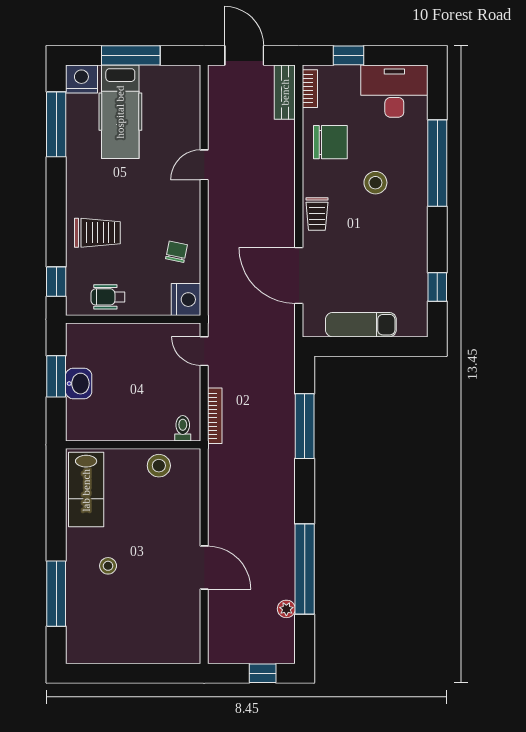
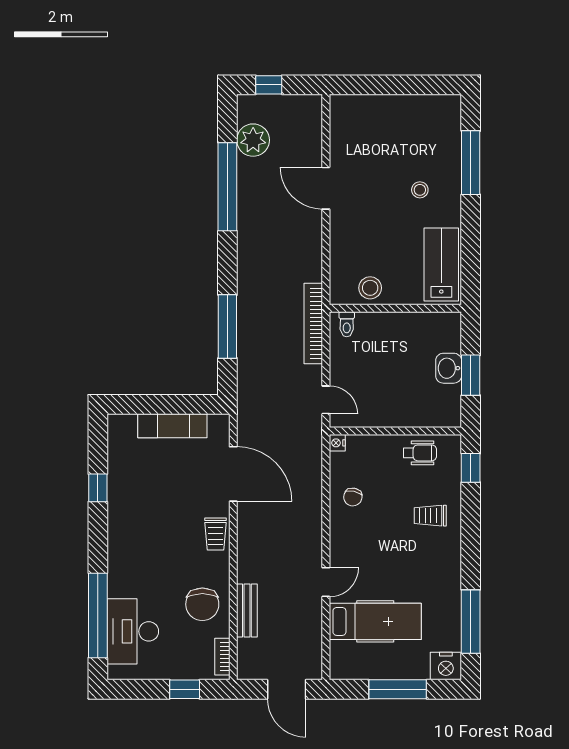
desk: (394, 91) -> (133, 631), moved, turned 90
bench: (285, 92) -> (247, 610), moved
hospital bed: (120, 112) -> (375, 621), moved, turned 90
chair: (330, 142) -> (202, 604), turned -90
window: (437, 163) -> (98, 615), moved
stool: (375, 183) -> (158, 565), removed
trolley: (317, 214) -> (216, 534), turned 180
trolley: (97, 233) -> (430, 516), width x0.73, depth x0.72
window: (437, 287) -> (98, 488), moved
nightstand: (186, 300) -> (337, 443), width x0.53, depth x0.56
bookcase: (215, 416) -> (313, 323), width x1.48, depth x1.31
plant: (286, 609) -> (253, 140), width x1.88, depth x1.88

